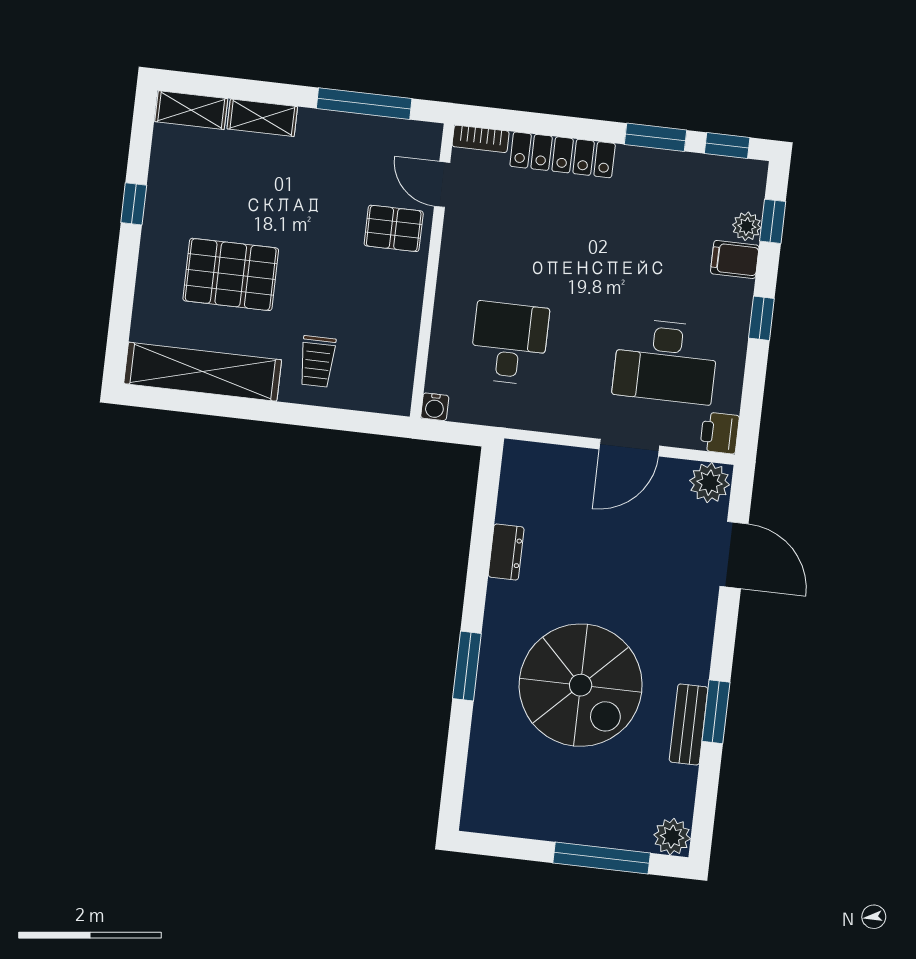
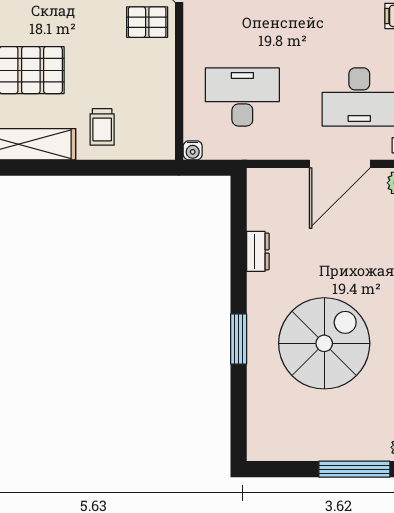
desk: (509, 343) -> (242, 97), width x1.37
door: (629, 448) -> (340, 164), width x1.36
spiral stairs: (581, 685) -> (324, 343), turned -90

